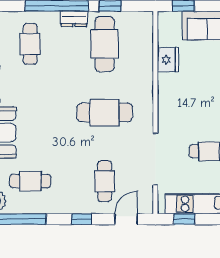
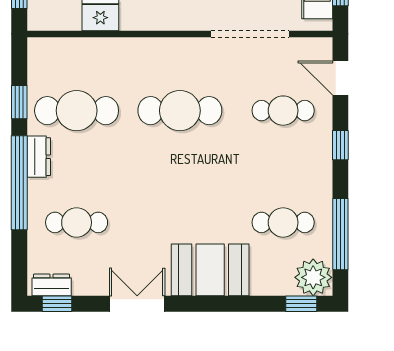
cafe table: (105, 112) -> (180, 111), turned 90
cafe table: (30, 181) -> (283, 222), turned 90

